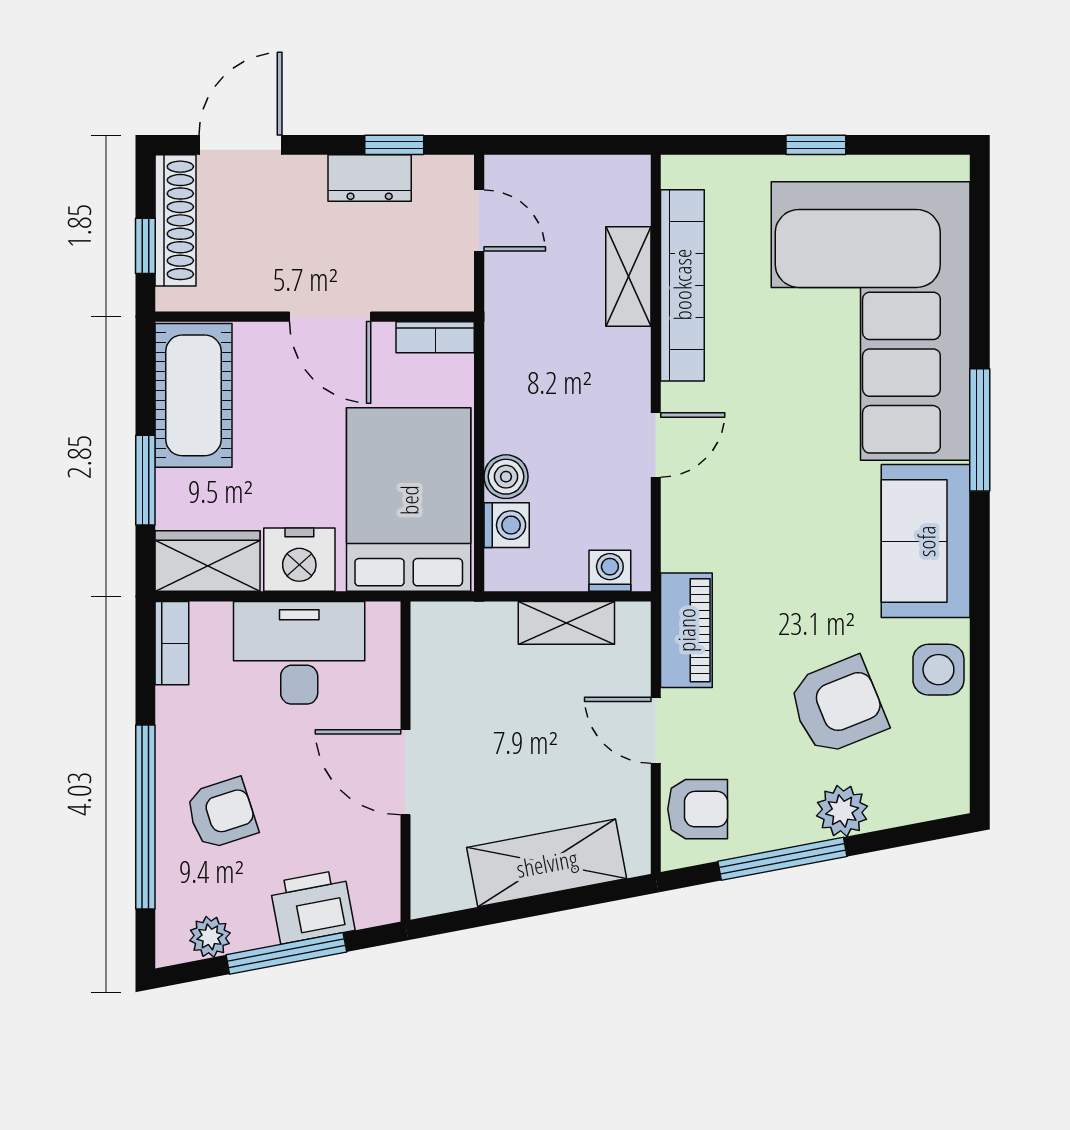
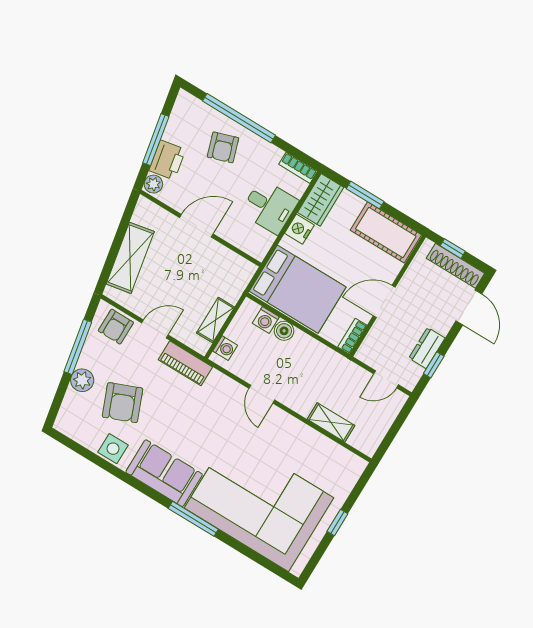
bookcase: (682, 285) -> (315, 441), removed
nightstand: (299, 560) -> (299, 229), width x0.74, depth x0.75
desk: (299, 653) -> (269, 207), width x0.73
plant: (210, 937) -> (153, 184), moved

